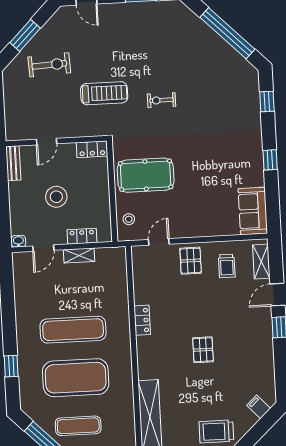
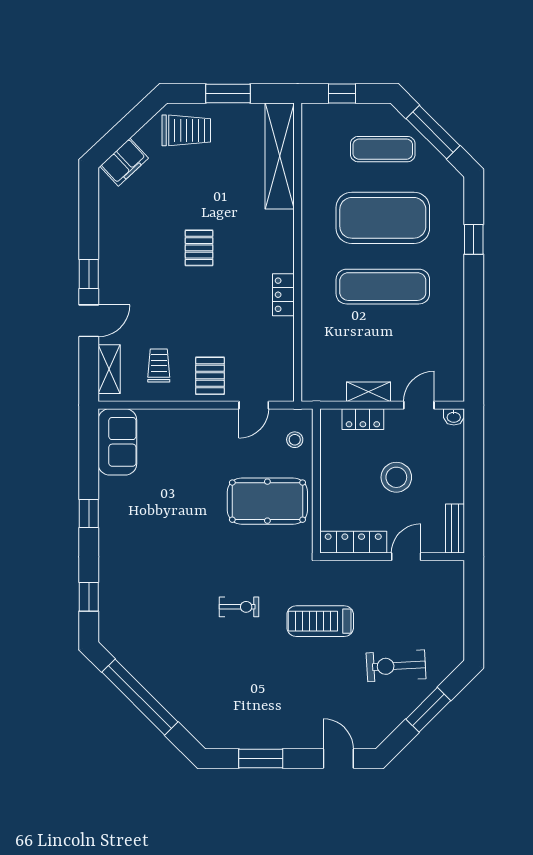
locker: (92, 149) -> (353, 542), width x1.53
filing cabinet: (259, 407) -> (124, 162), width x2.00

